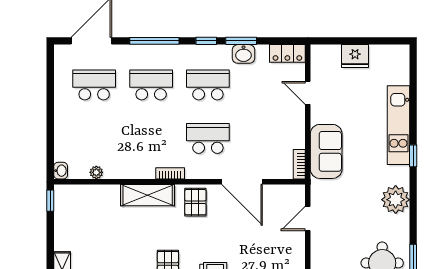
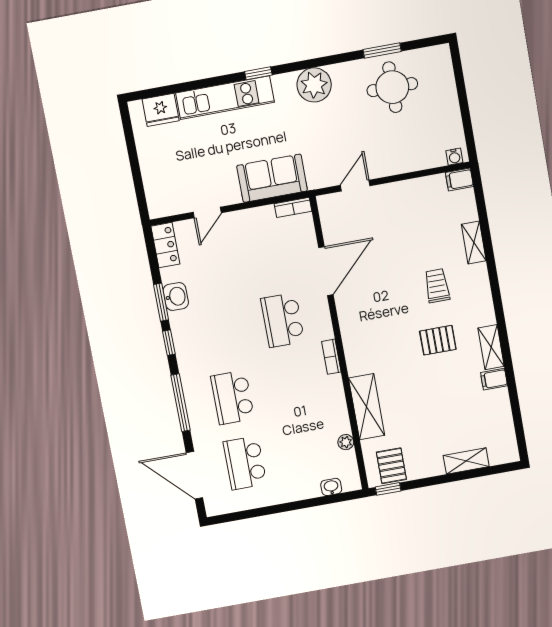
fridge: (355, 56) -> (161, 110), moved, turned 90
school desk: (208, 85) -> (220, 331), removed
washbasin: (61, 171) -> (331, 487), moved
shelving: (148, 195) -> (367, 407), moved
pallet: (195, 202) -> (391, 466), moved, turned 90
door: (308, 218) -> (355, 186), swing flipped

